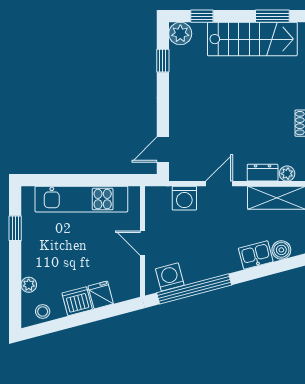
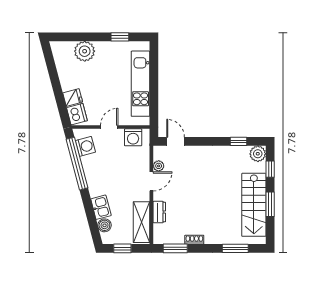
window: (272, 16) -> (270, 204), moved
plant: (287, 174) -> (159, 166), moved
door: (219, 184) -> (151, 181), hinge flipped
washing machine: (184, 198) -> (133, 137), moved, turned -90
plant: (29, 285) -> (85, 51), width x1.87, depth x1.87
dishwasher: (77, 301) -> (77, 114), moved
stool: (43, 312) -> (61, 56), removed

